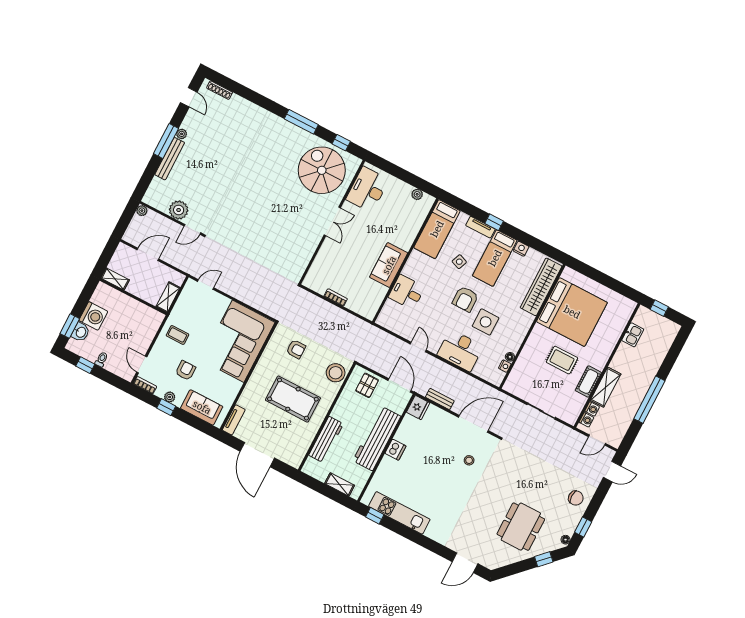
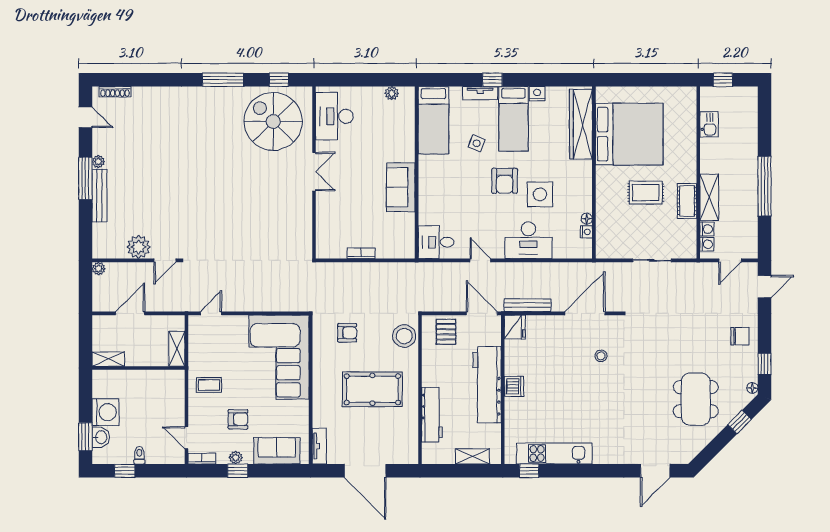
desk: (407, 292) -> (436, 242), moved
armchair: (186, 370) -> (238, 419), turned 90
bench: (440, 399) -> (528, 305), width x1.36

